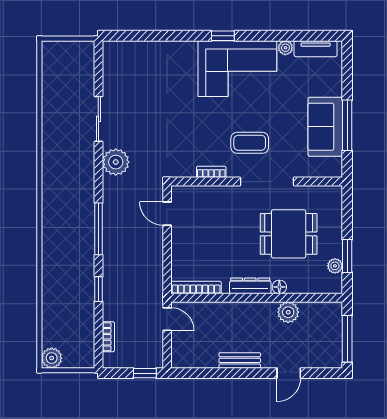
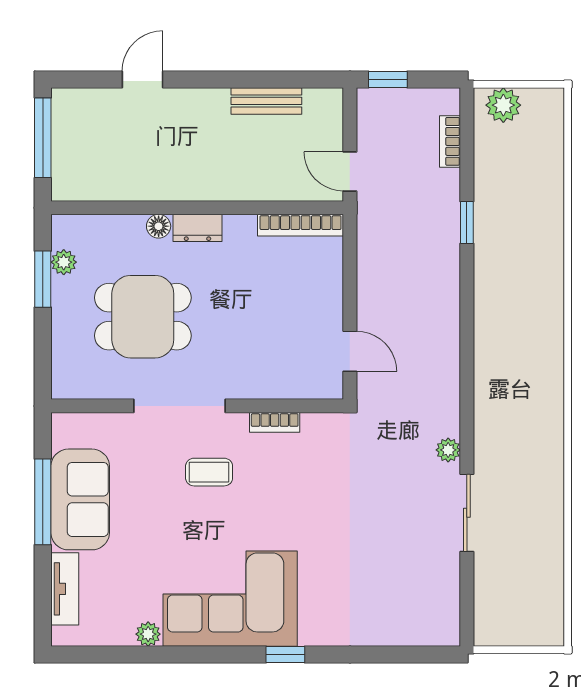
window: (223, 36) -> (285, 655), moved
tv unit: (316, 49) -> (65, 589), moved, turned 90
coffee table: (250, 143) -> (209, 472), width x0.73, depth x0.77
plant: (116, 162) -> (448, 450), width x0.53, depth x0.53
window: (98, 229) -> (467, 325), removed
dresser: (250, 286) -> (197, 228), width x0.70
plant: (288, 312) -> (143, 183), removed
plant: (52, 358) -> (503, 105), moved
bench: (240, 360) -> (266, 101), moved

